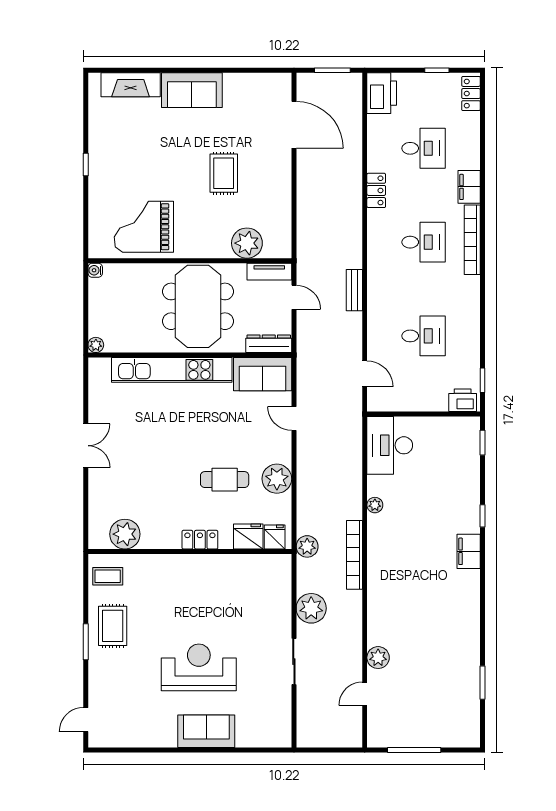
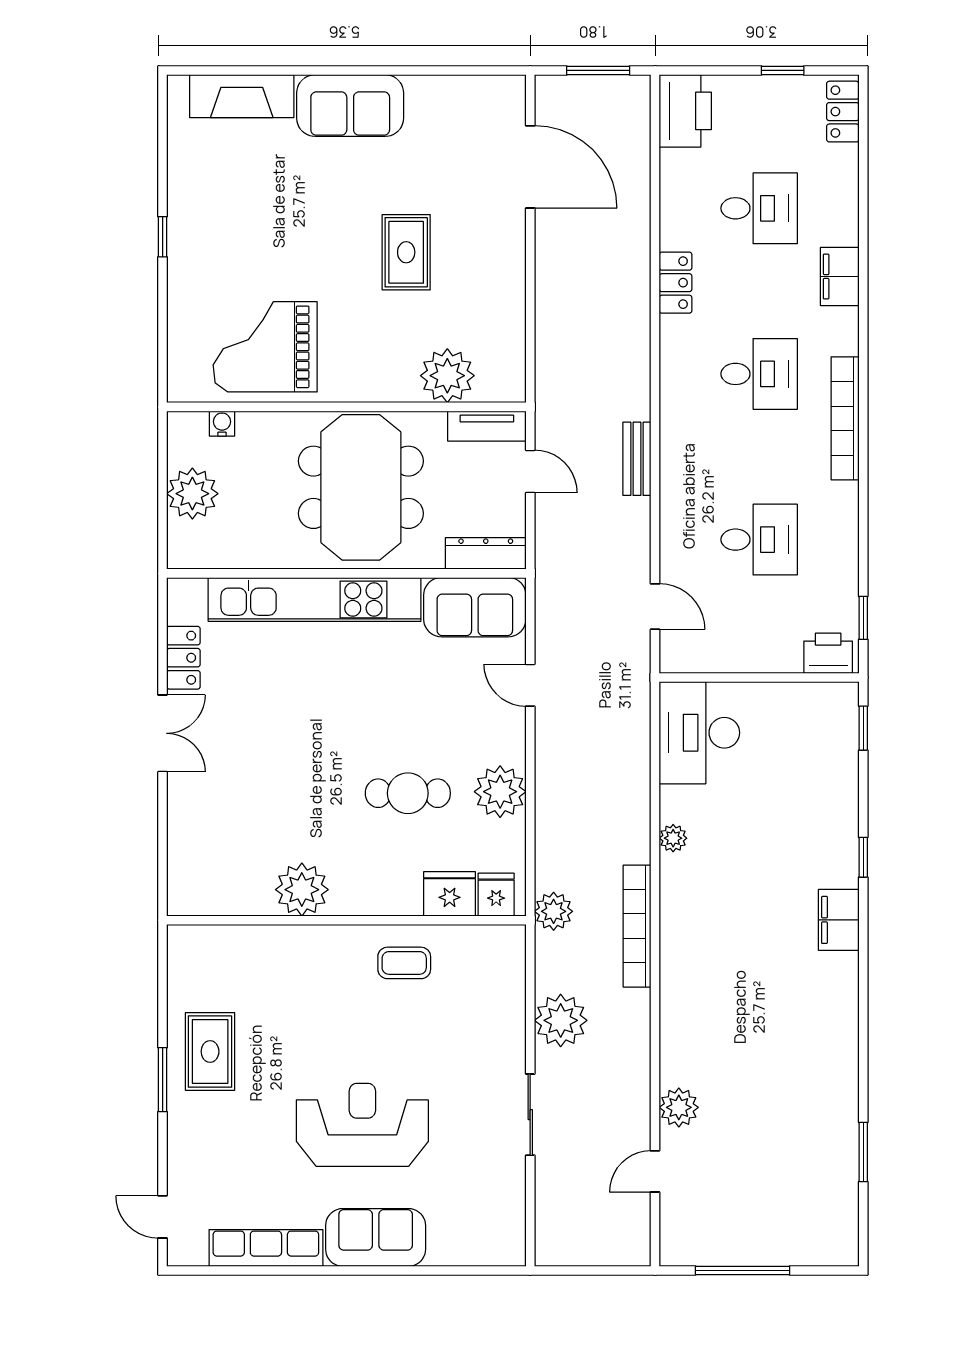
bookcase: (472, 240) -> (845, 418), moved
water cooler: (95, 270) -> (222, 424), moved, turned 90
plant: (96, 345) -> (192, 494), moved, width x1.88, depth x1.88
plant: (125, 534) -> (302, 890), moved
locker: (200, 540) -> (183, 658), moved, turned 90
coffee table: (108, 576) -> (404, 963), moved
door: (86, 720) -> (163, 1217), hinge flipped
row of seats: (144, 737) -> (266, 1248), added

